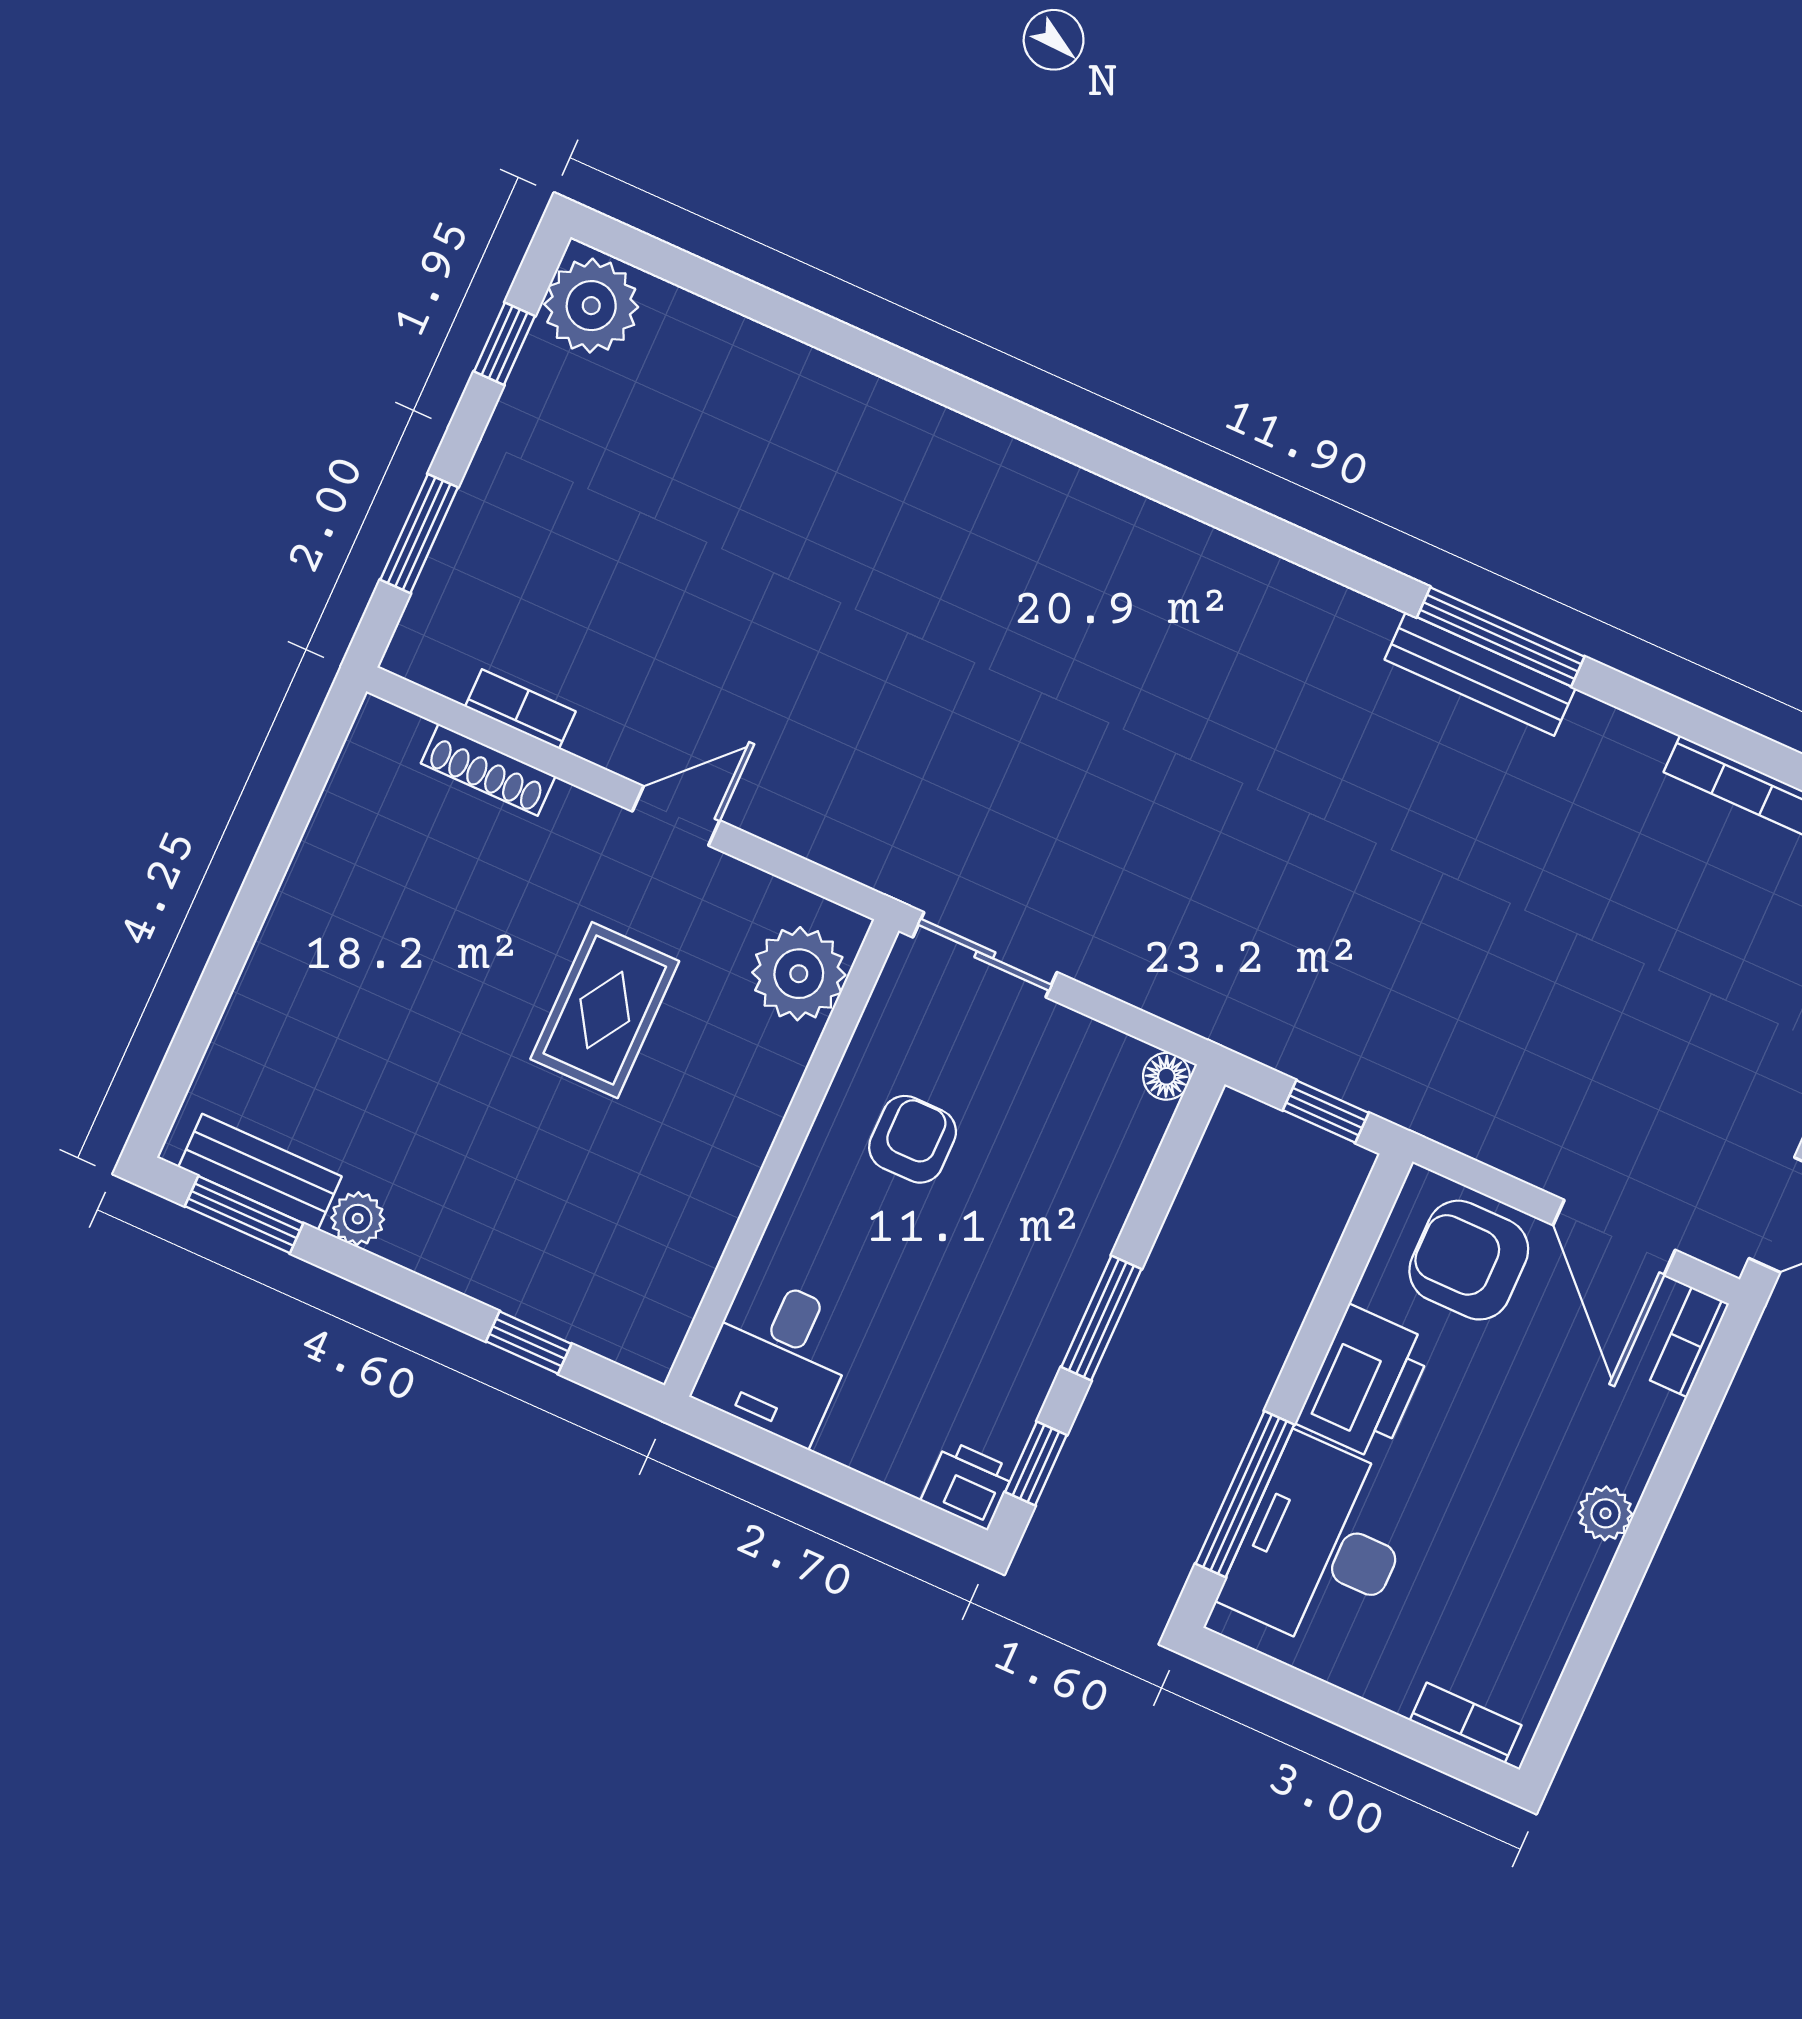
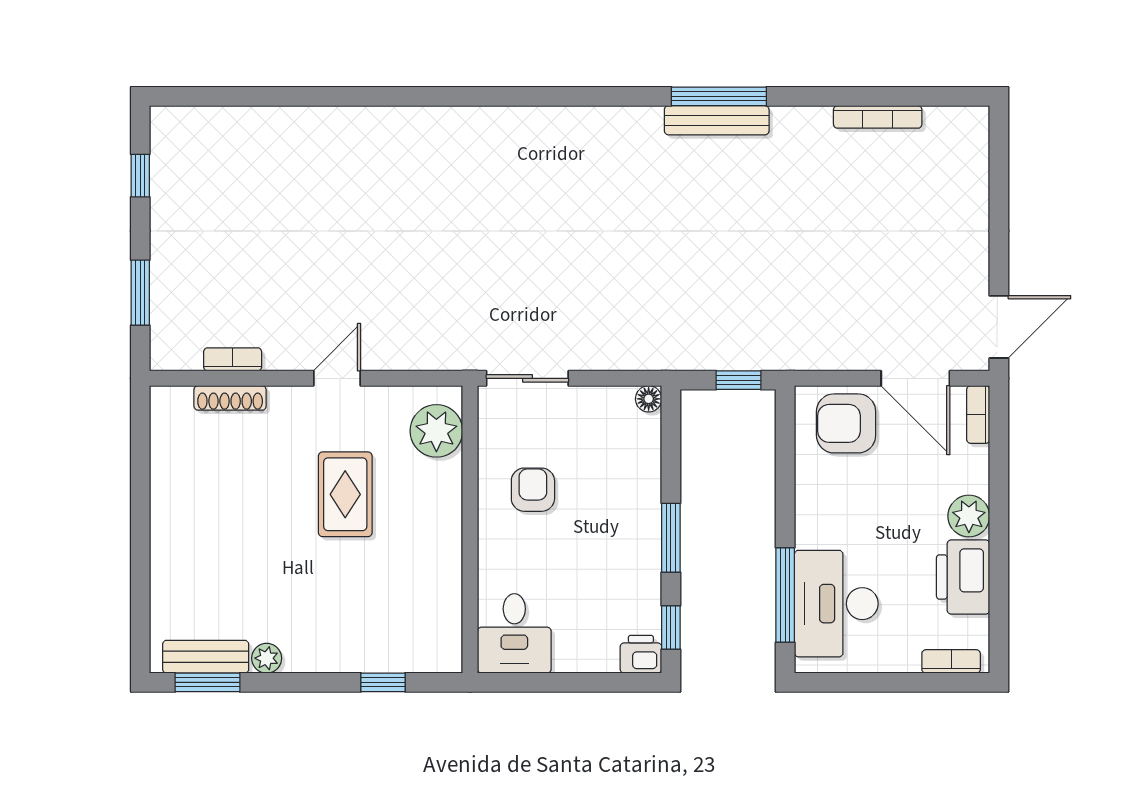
plant: (591, 306) -> (176, 136), removed
printer: (1365, 1383) -> (963, 577), moved, turned 180
plant: (1605, 1513) -> (969, 516), width x1.38, depth x1.38

